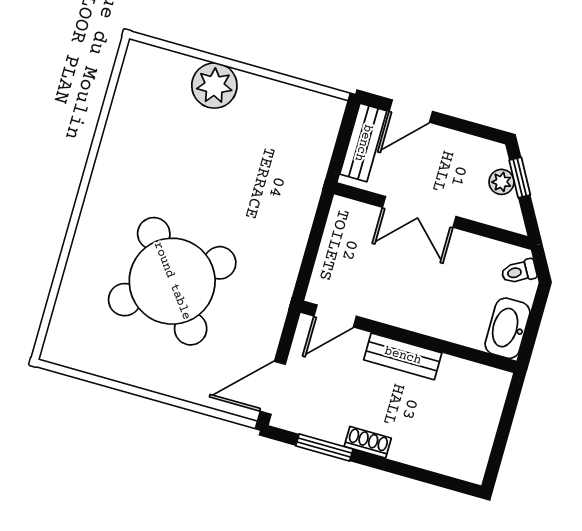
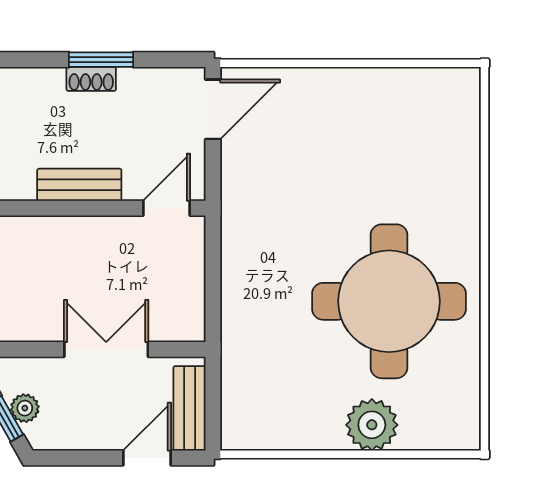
round table: (172, 281) -> (389, 301), moved, turned 37
window: (324, 447) -> (101, 60), moved

